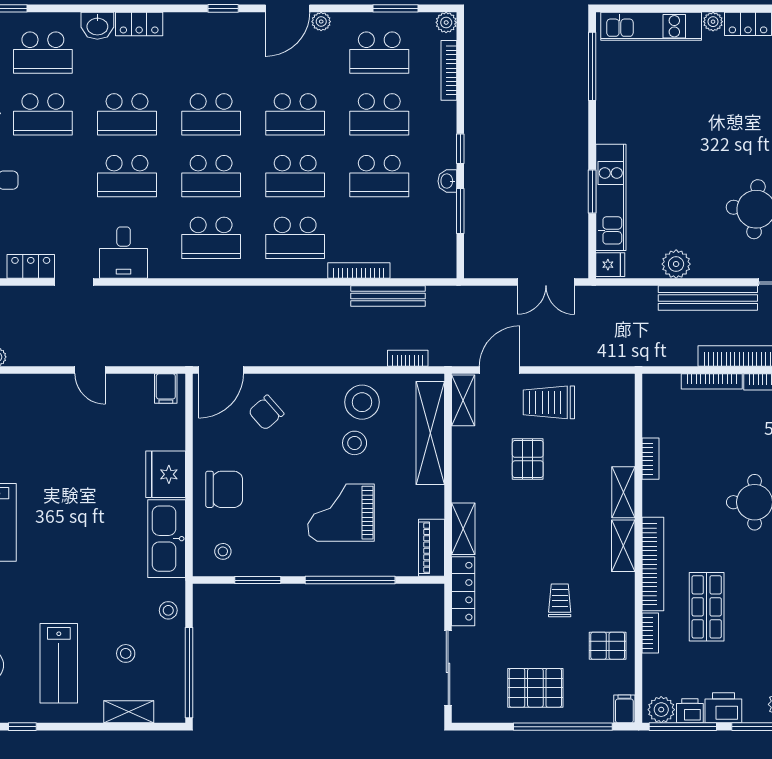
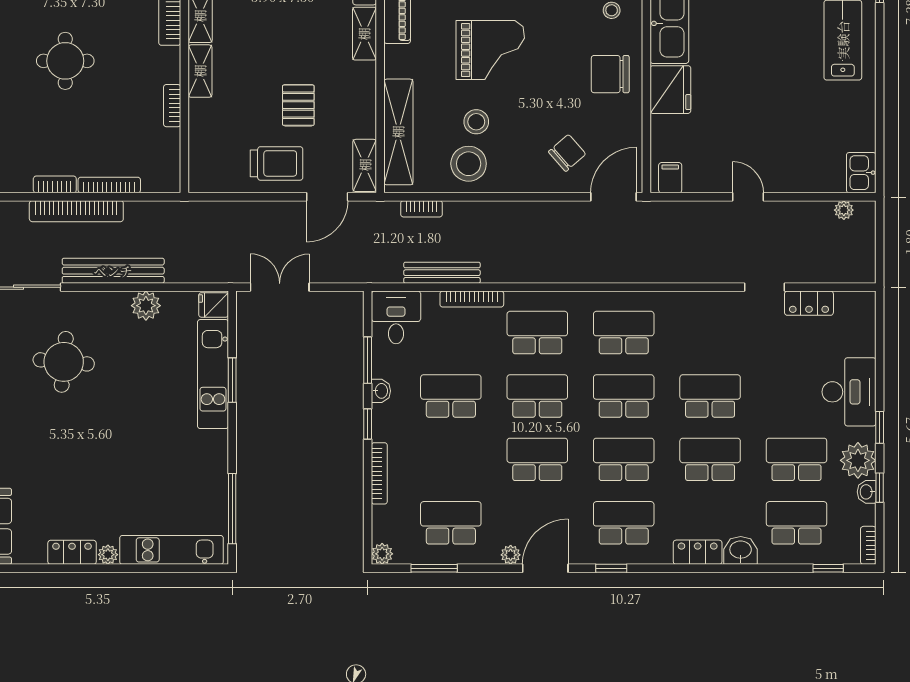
bookcase: (449, 70) -> (379, 473), moved
school desk: (379, 114) -> (624, 523), moved
desk: (124, 253) -> (396, 317), moved

